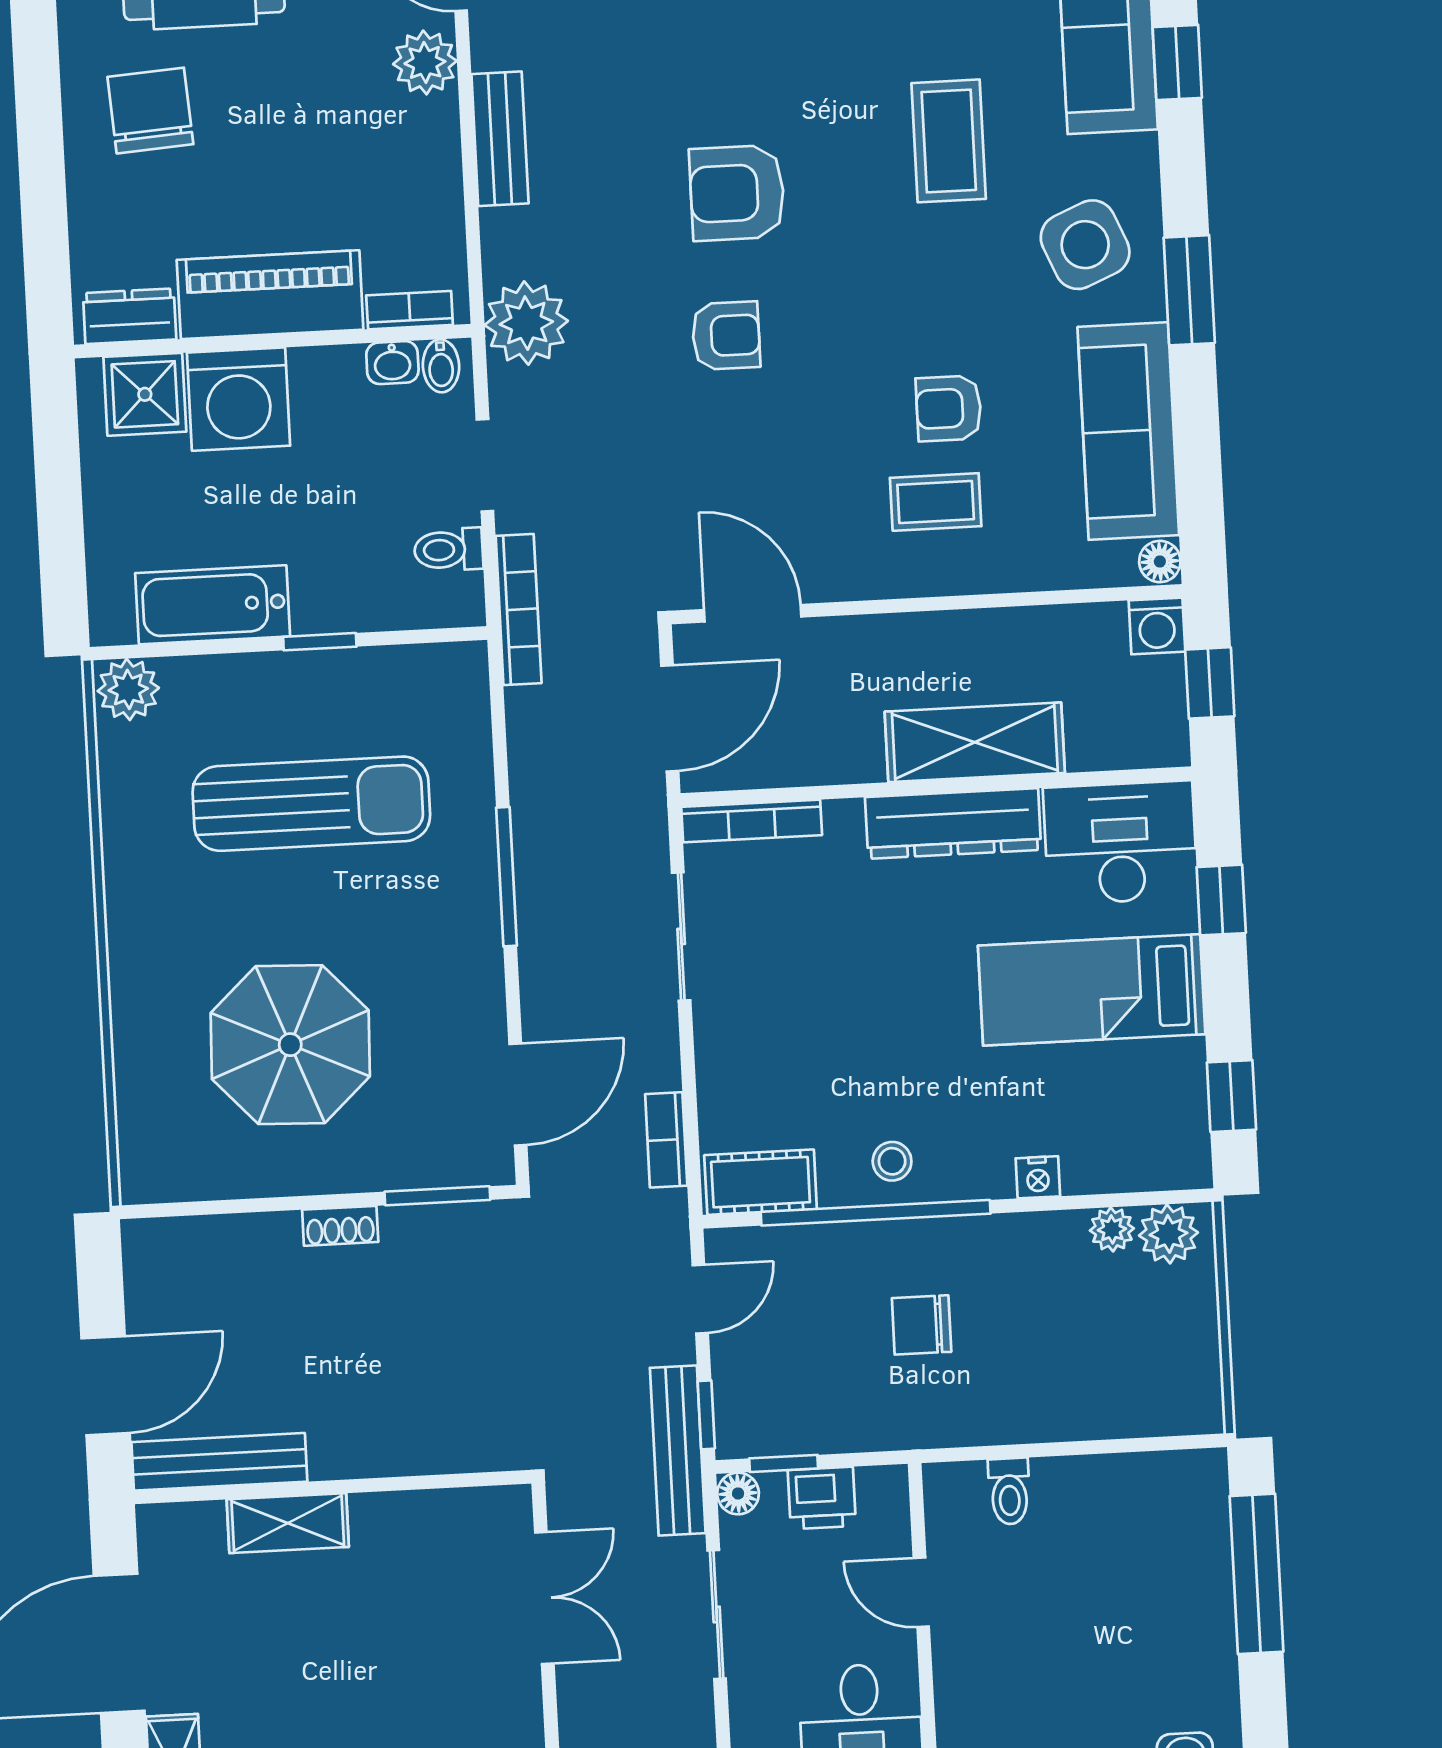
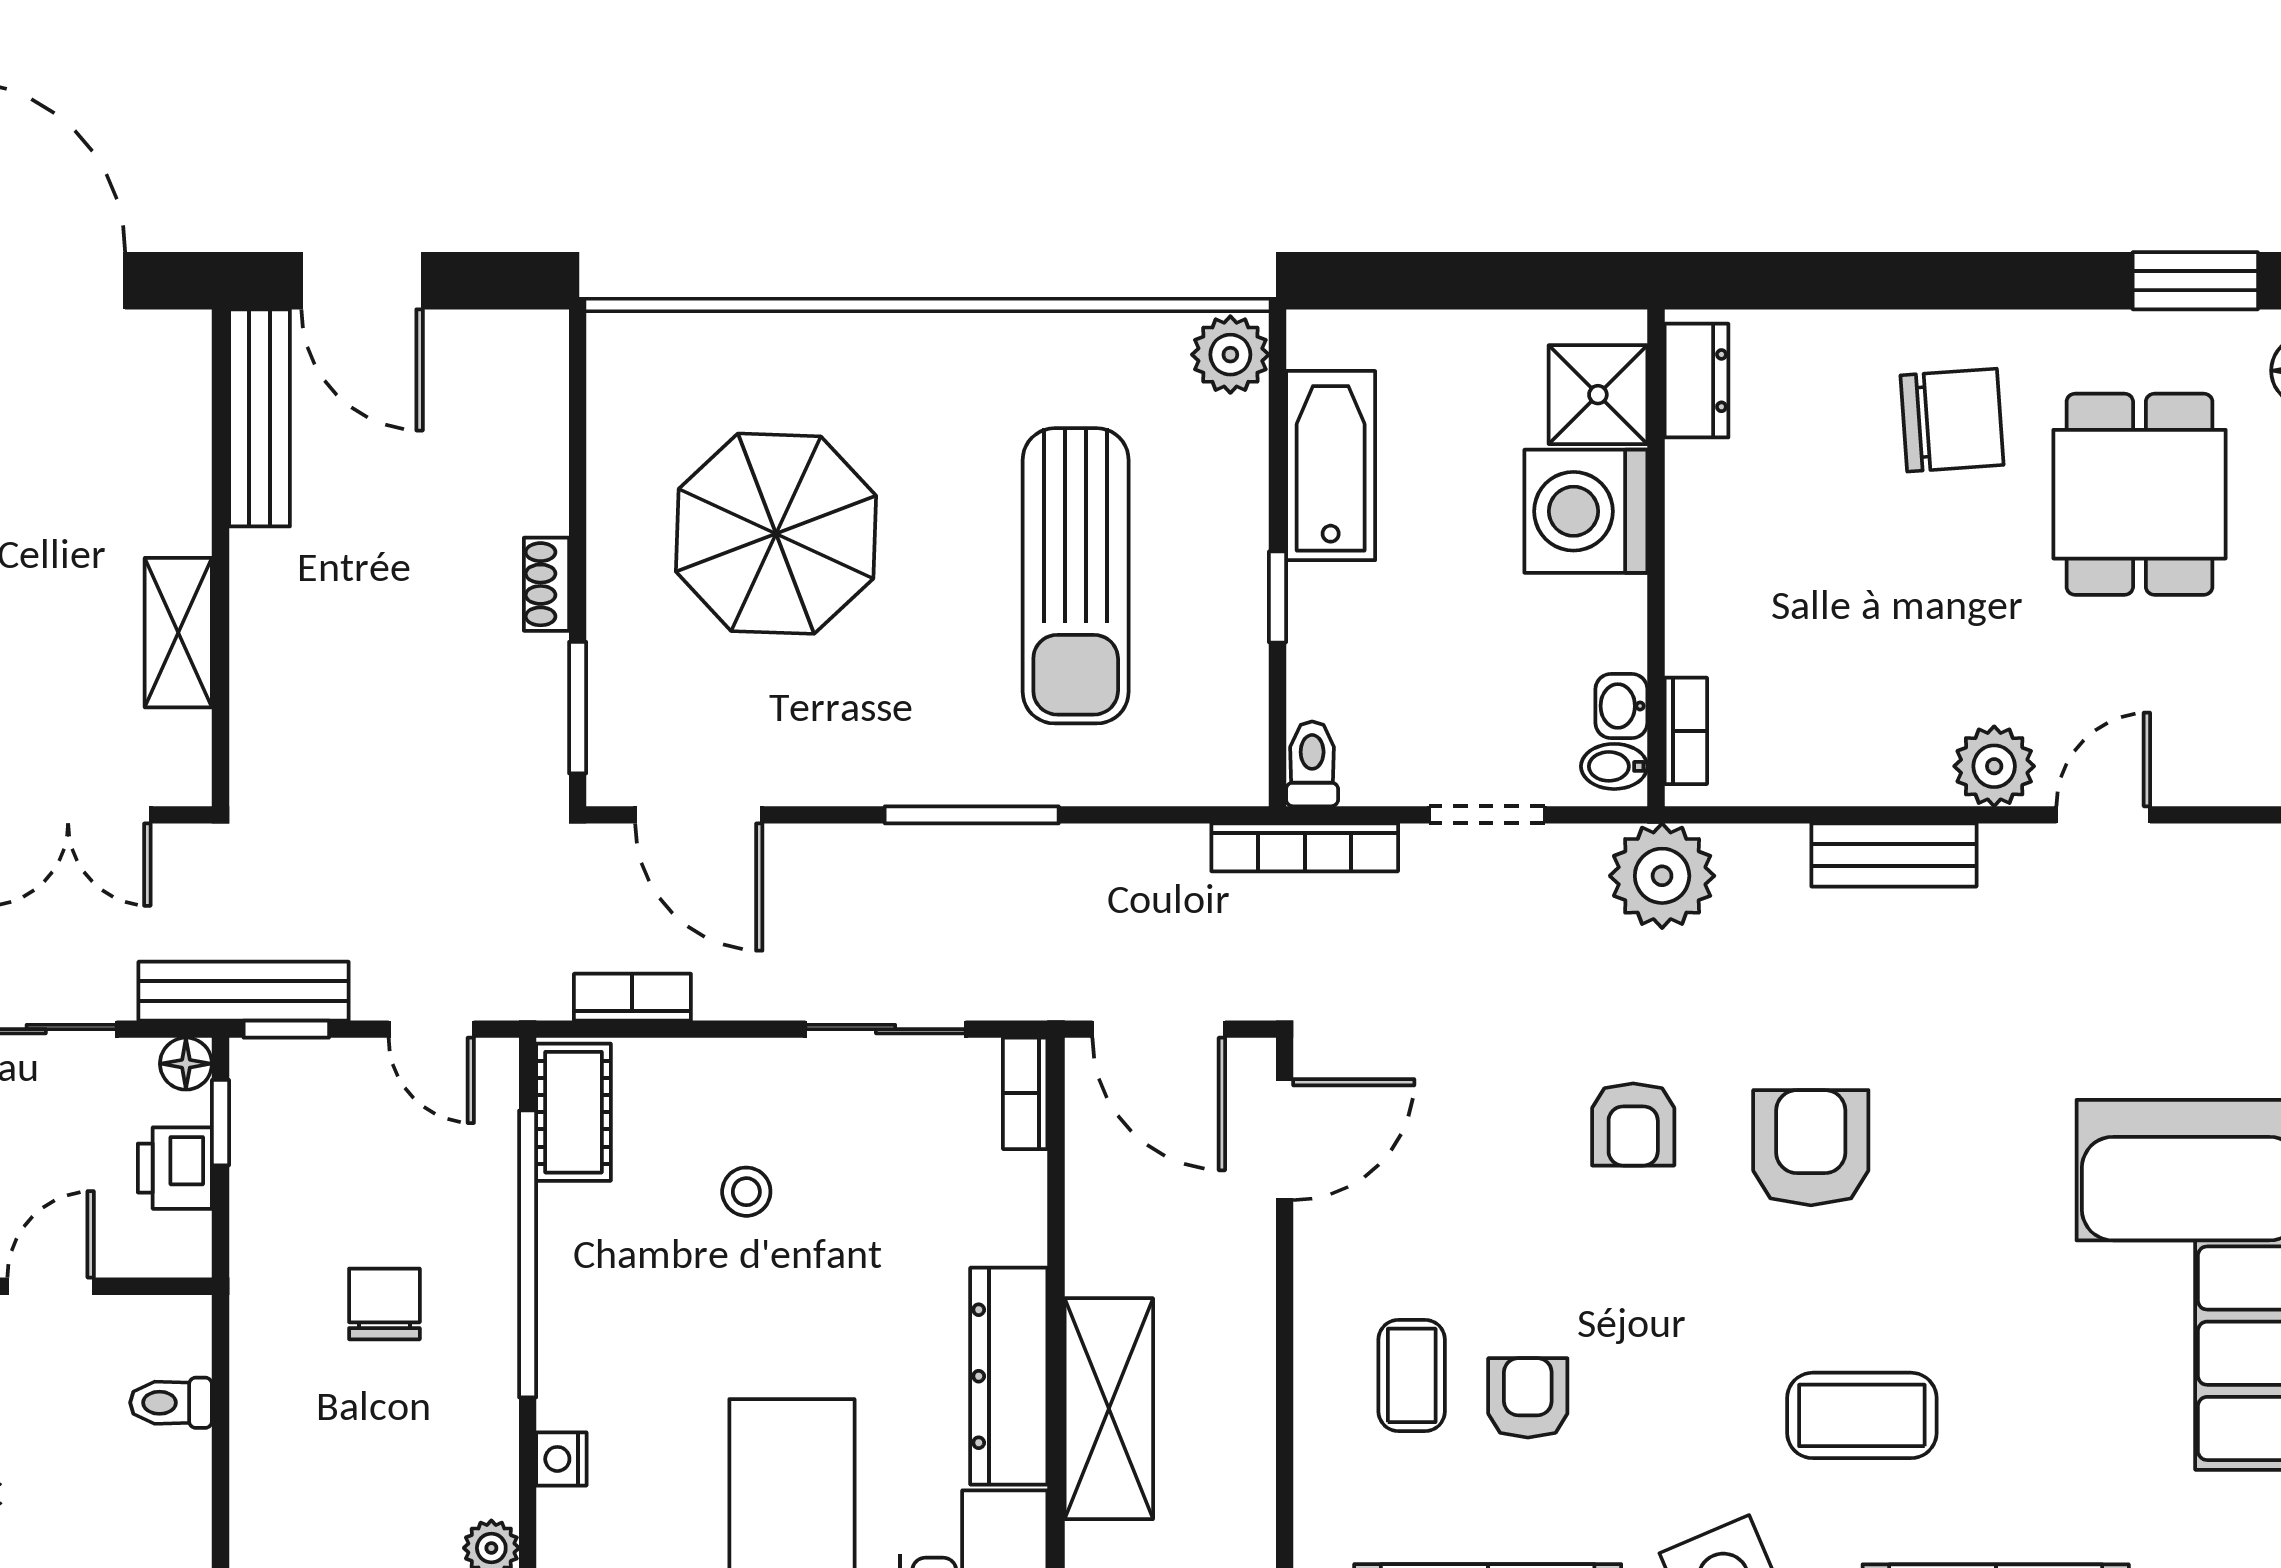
piano: (270, 295) -> (1714, 558), removed
toilet: (449, 550) -> (1312, 764), moved
bookcase: (752, 821) -> (1025, 1093), width x0.64
stool: (892, 1161) -> (746, 1192), moved
shelving: (288, 1523) -> (178, 633), moved

